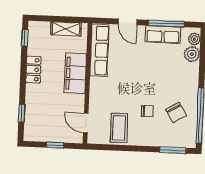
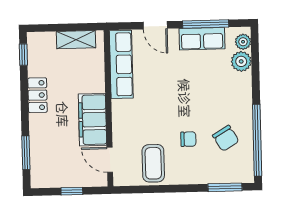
filing cabinet: (75, 73) -> (93, 120), moved
window: (22, 113) -> (26, 153), width x1.50

